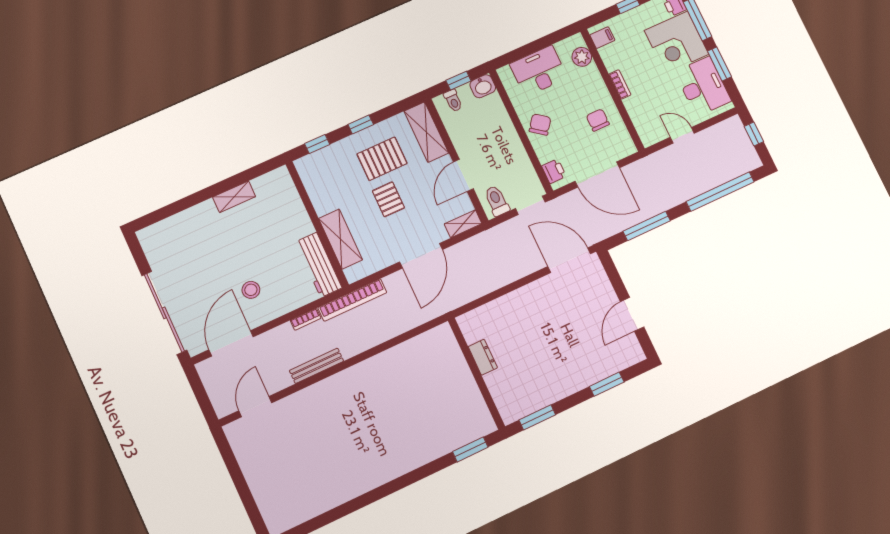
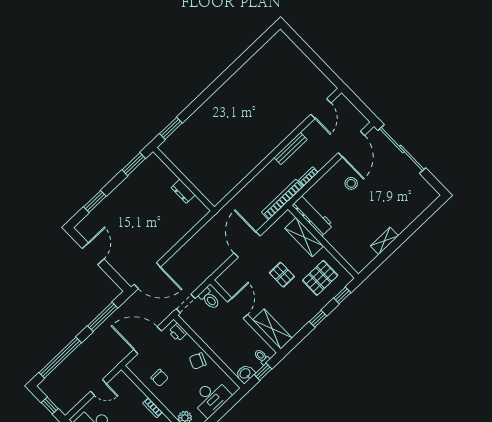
chair: (540, 124) -> (198, 361), turned 76
pallet: (382, 159) -> (320, 278), moved
shelving: (463, 224) -> (227, 275), removed

